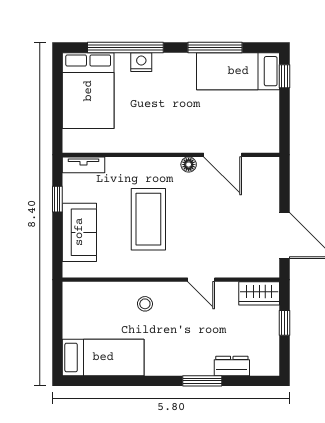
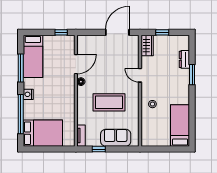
nightstand: (141, 62) -> (28, 94), moved
window: (284, 76) -> (61, 32), moved
door: (201, 280) -> (140, 75), swing flipped

